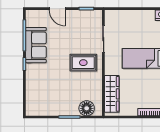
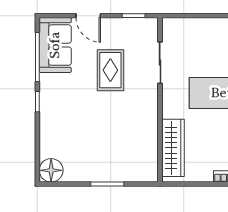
sofa: (36, 45) -> (55, 45), moved
rug: (83, 63) -> (110, 70), moved, turned 90
floor lamp: (87, 108) -> (51, 170), moved

